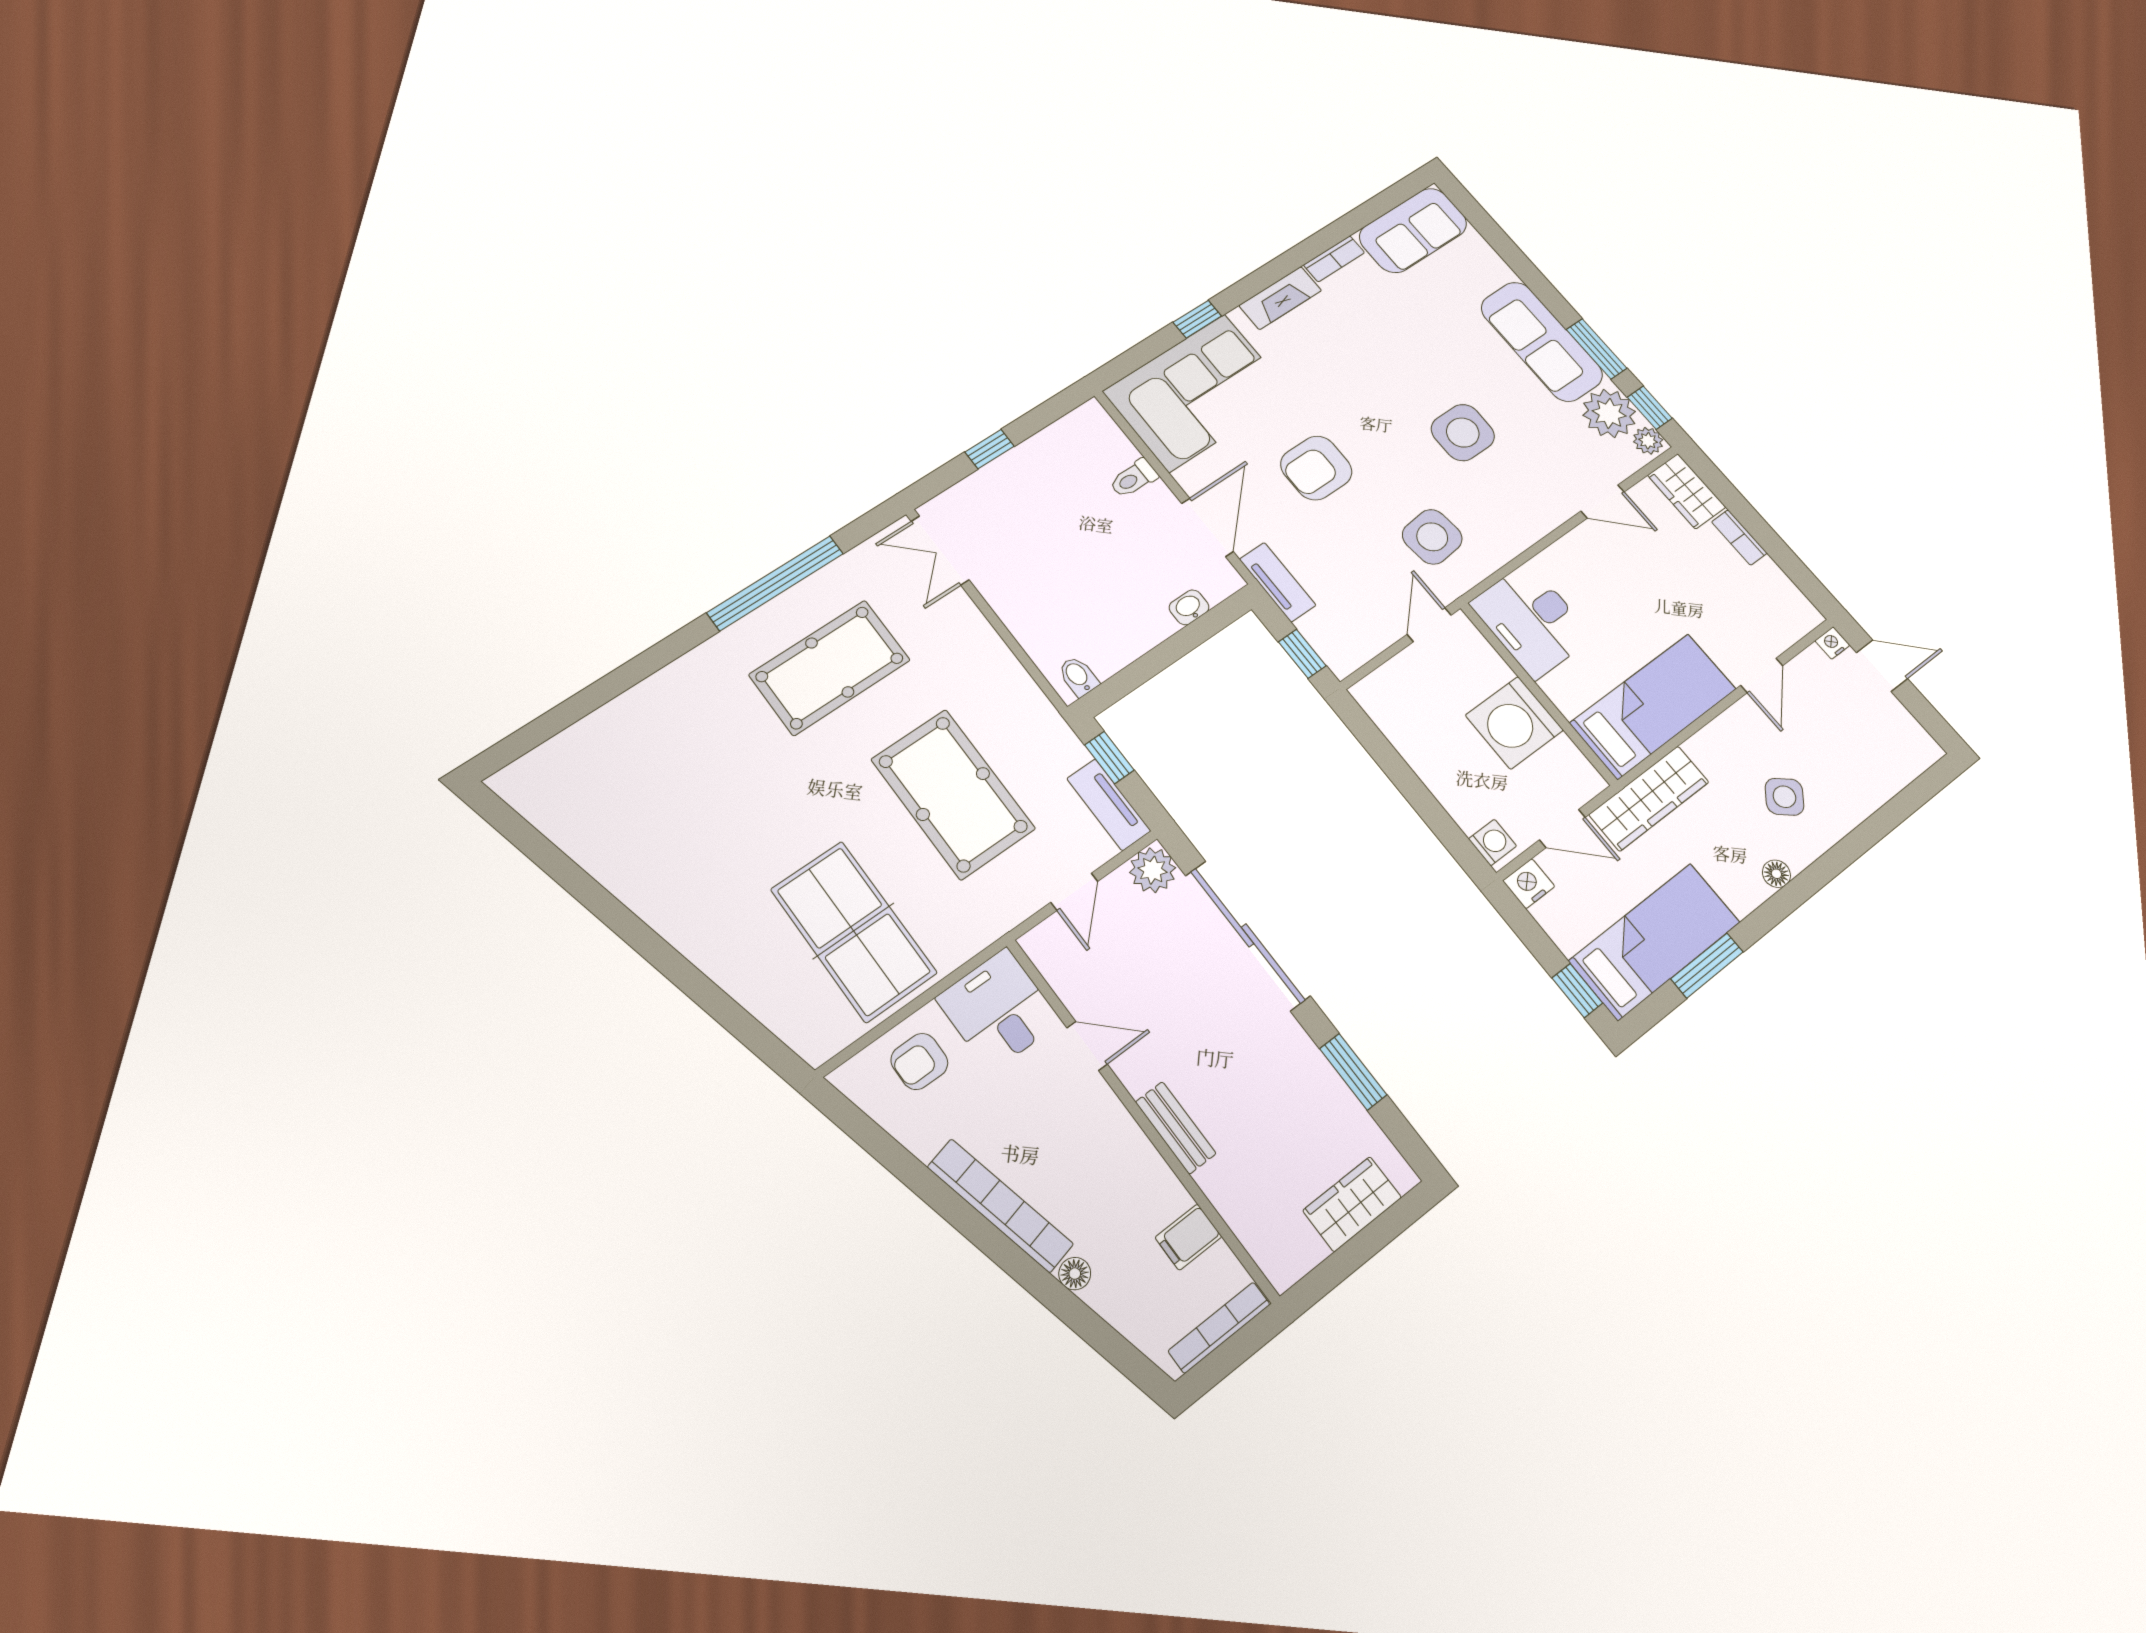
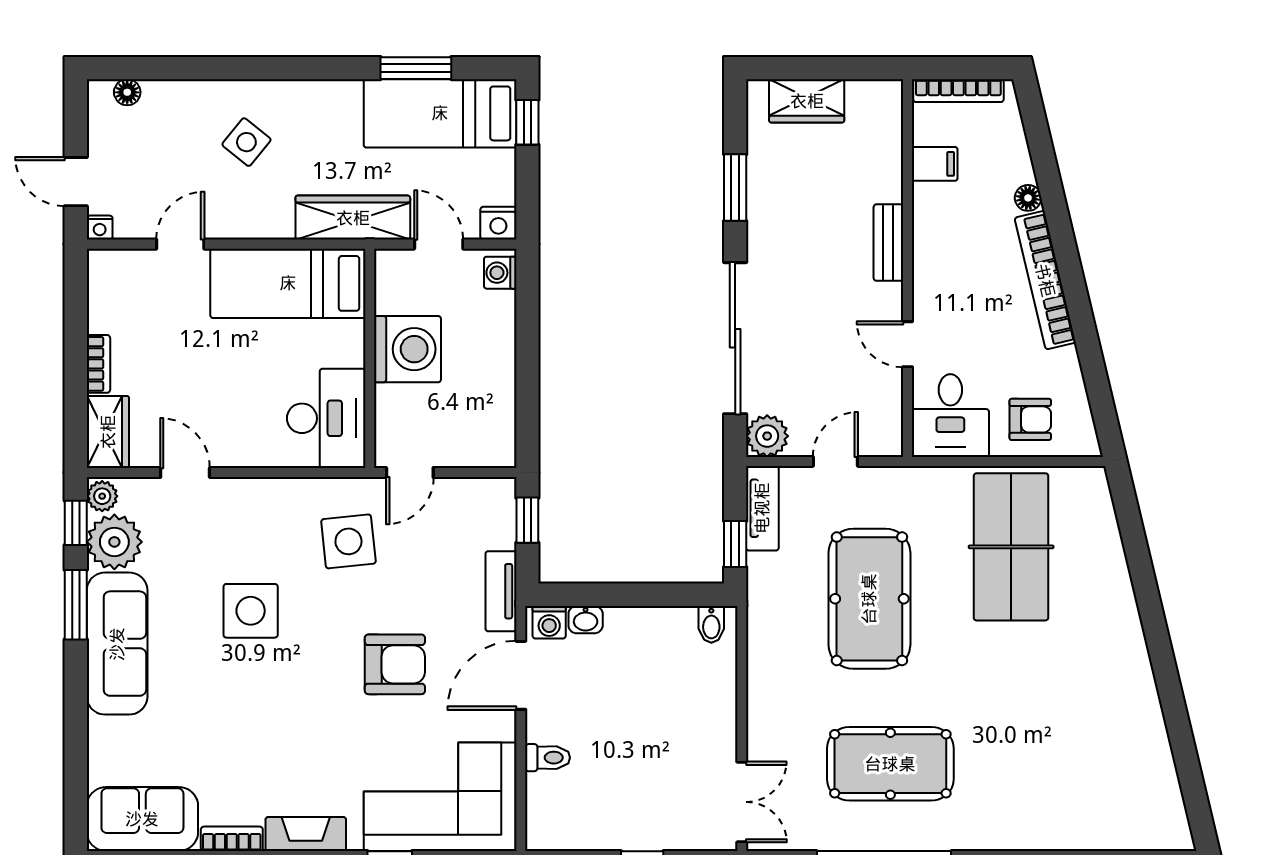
washing machine: (1218, 585) -> (549, 622), added
floor lamp: (1776, 874) -> (127, 92), moved

